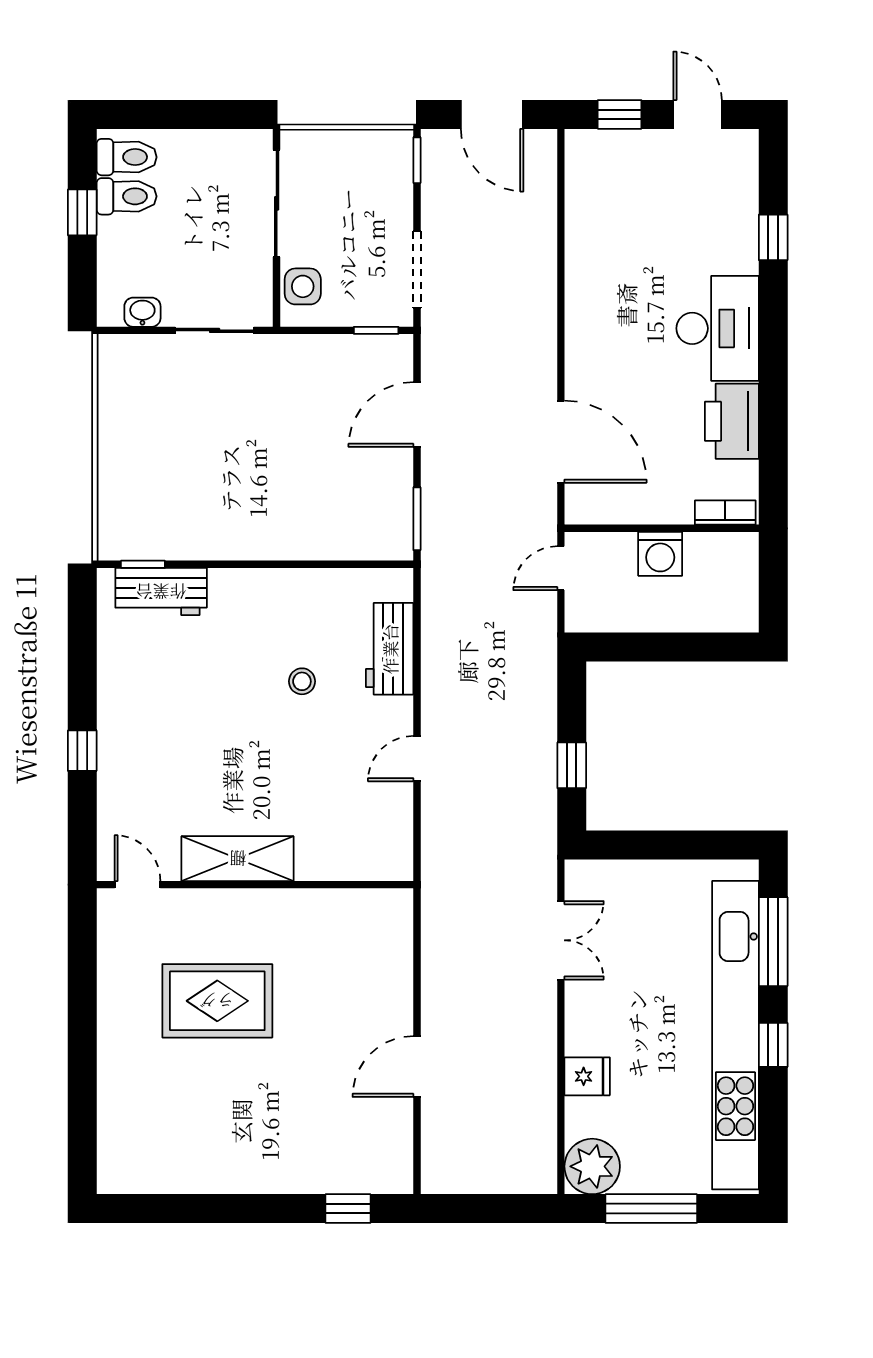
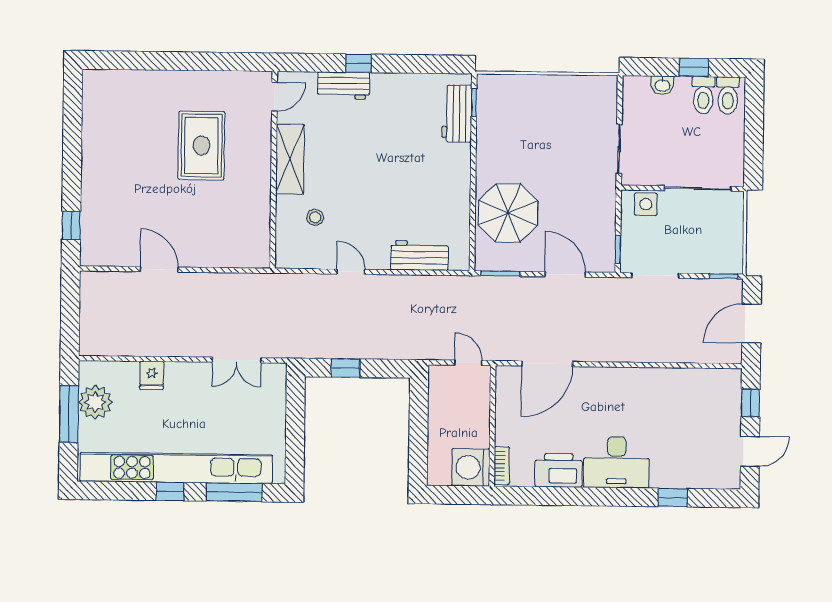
washbasin: (142, 312) -> (662, 85), moved, turned 90
parasol: (320, 507) -> (508, 213), added
washing machine: (660, 554) -> (471, 467), moved, width x1.37, depth x1.37
stool: (302, 681) -> (315, 217), moved
workbench: (118, 774) -> (344, 85), added
plant: (592, 1166) -> (95, 402), moved

